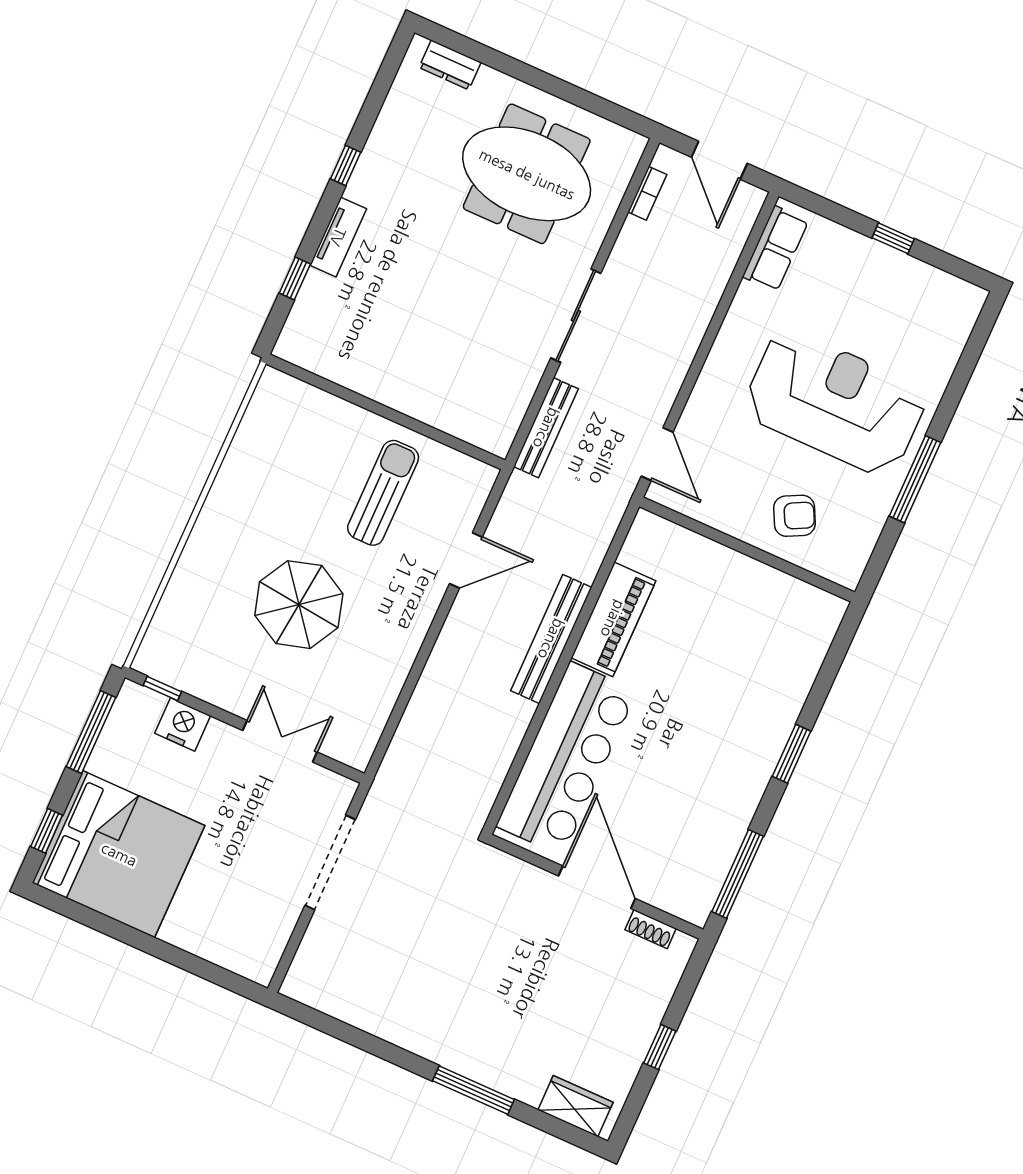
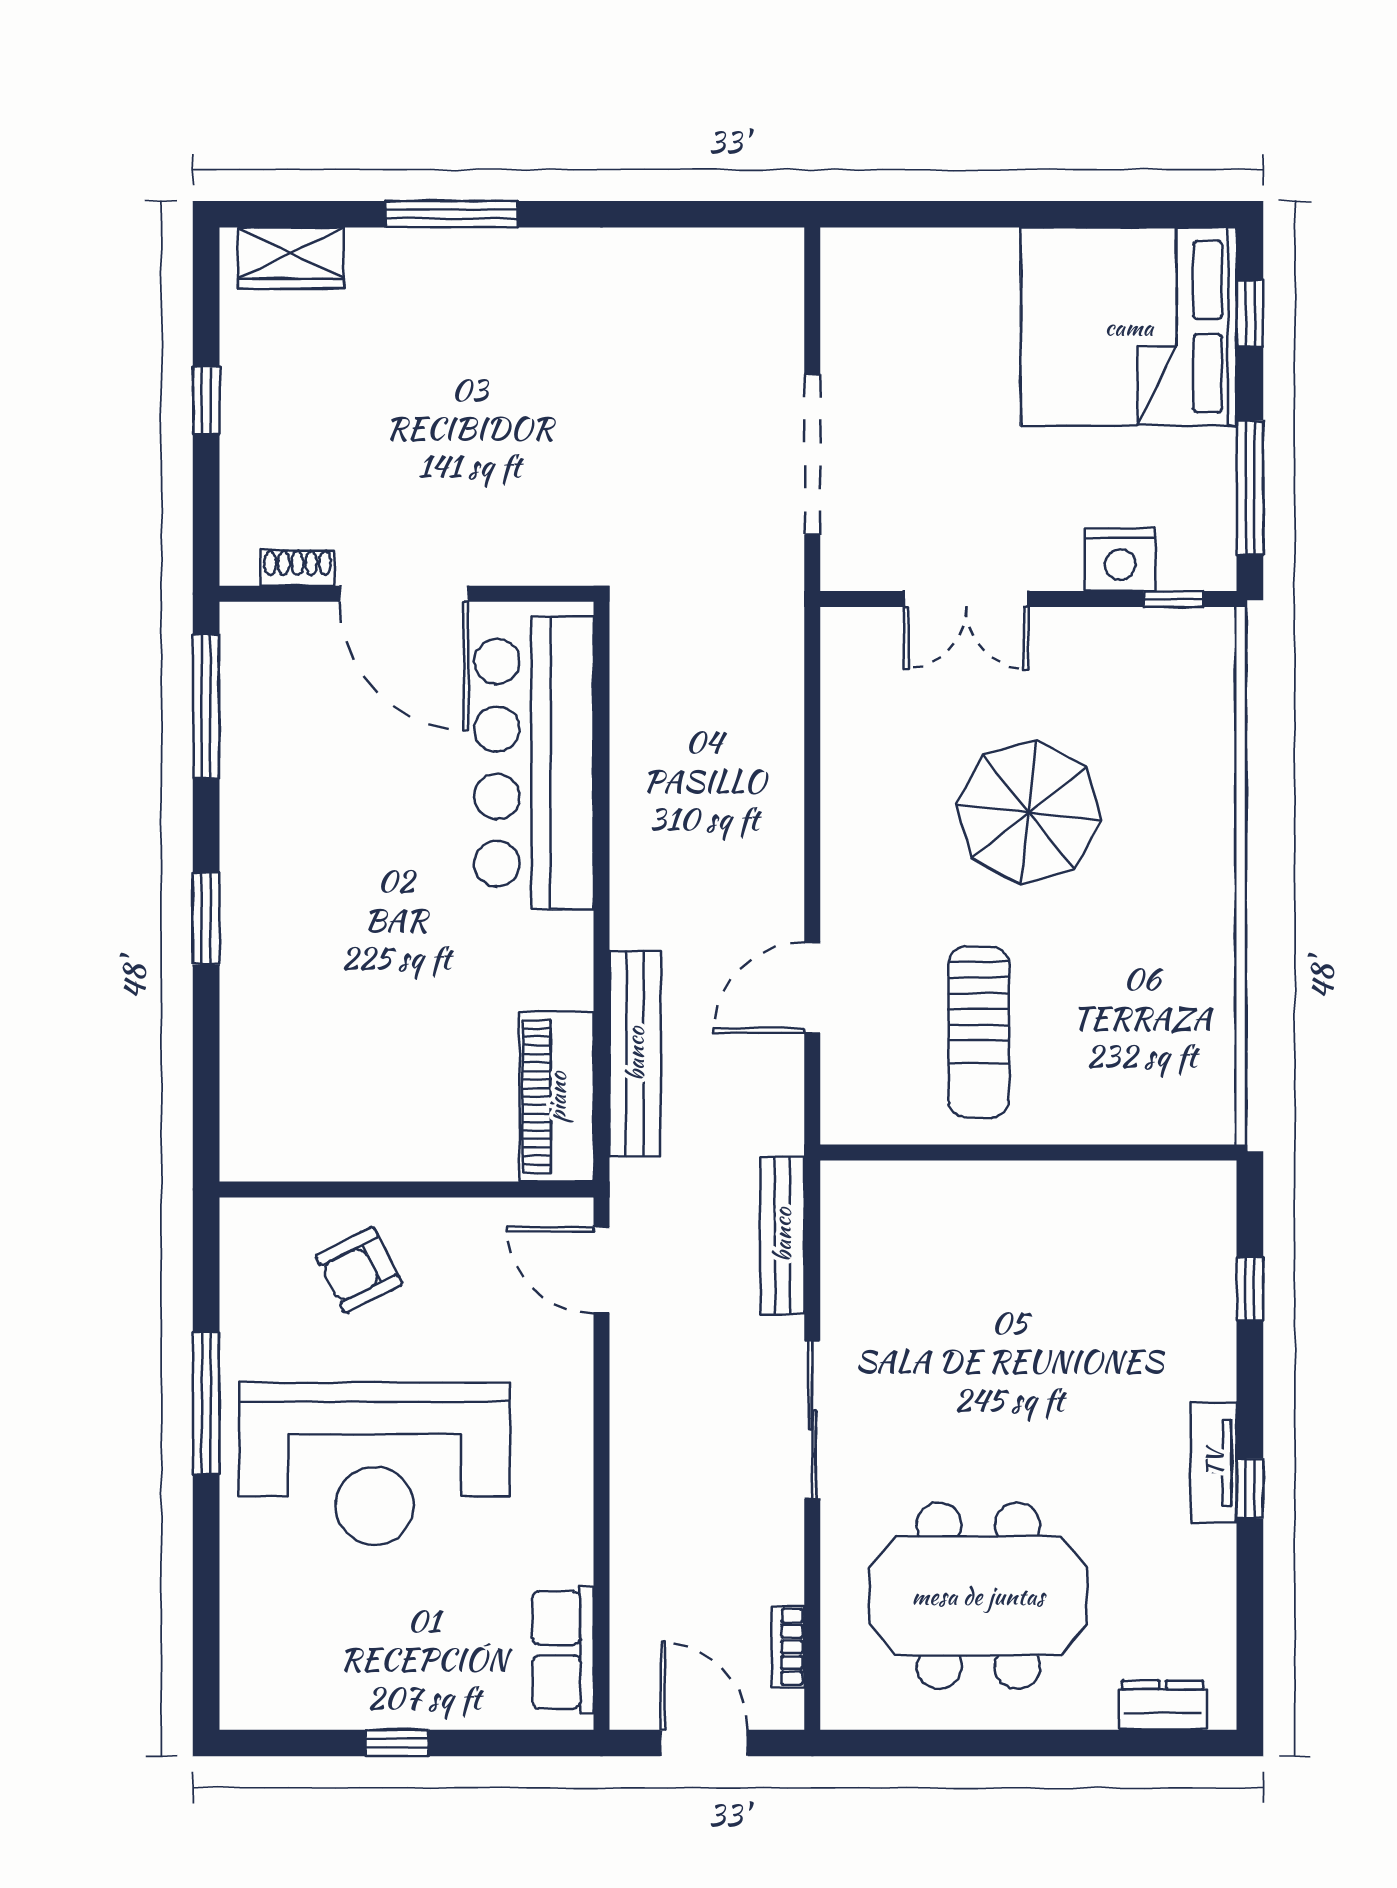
tv unit: (338, 237) -> (1214, 1463), moved
piano: (613, 619) -> (557, 1097), moved
bench: (551, 639) -> (635, 1054), moved

